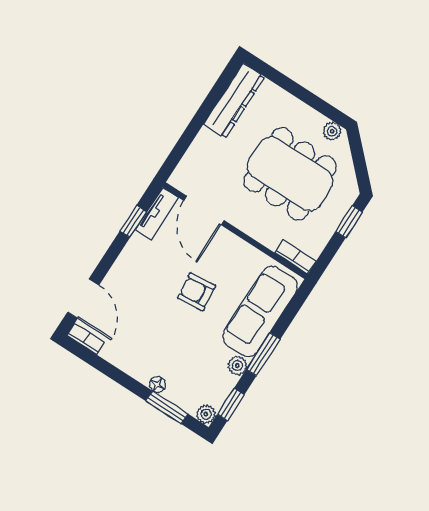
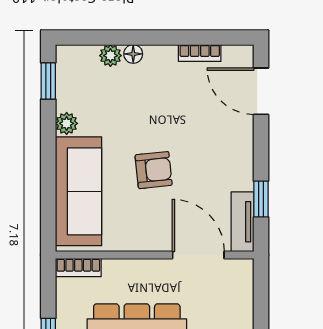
bookcase: (86, 339) -> (200, 53), moved
window: (263, 354) -> (48, 151), removed
window: (167, 407) -> (109, 37), removed
plant: (206, 414) -> (110, 56), moved

